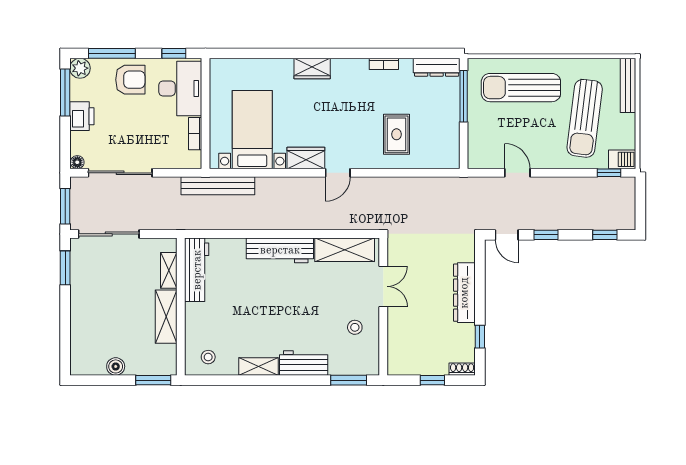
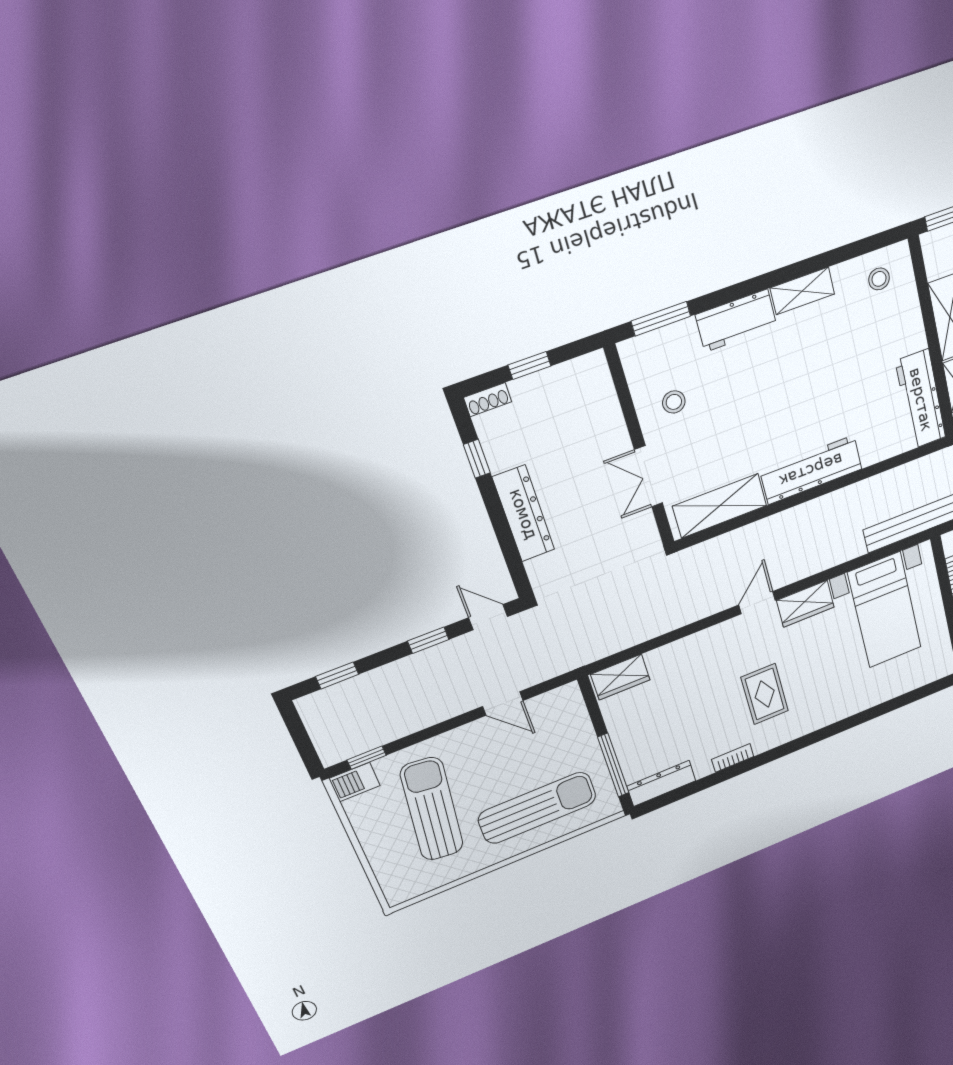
wardrobe: (312, 69) -> (620, 677), moved, turned 180
bench: (628, 85) -> (386, 873), removed
rug: (397, 134) -> (765, 694), moved

